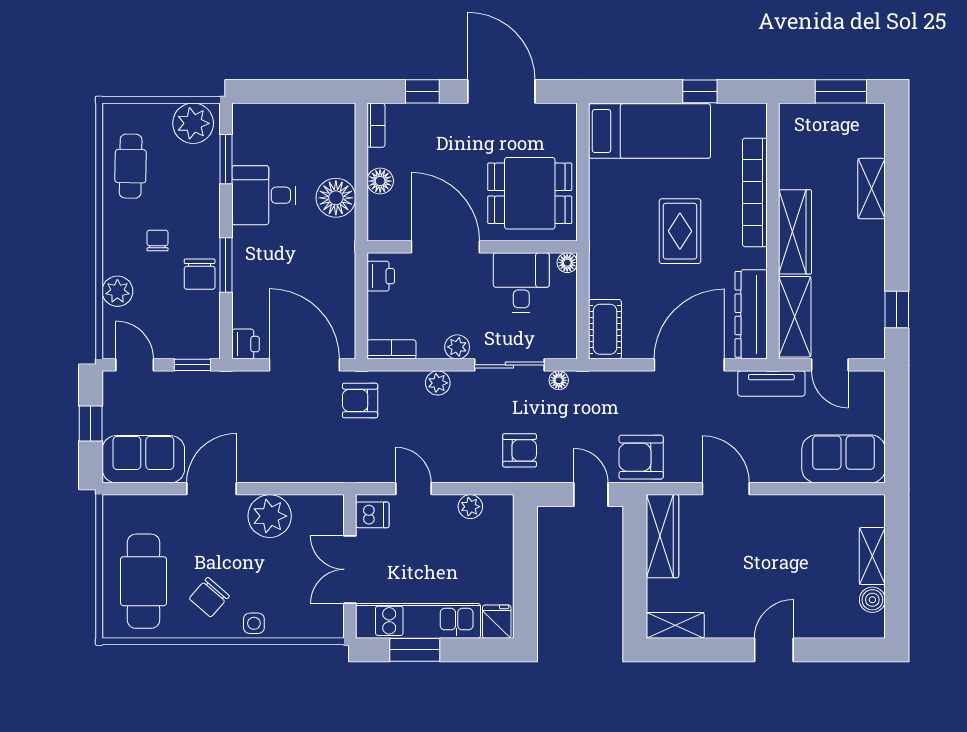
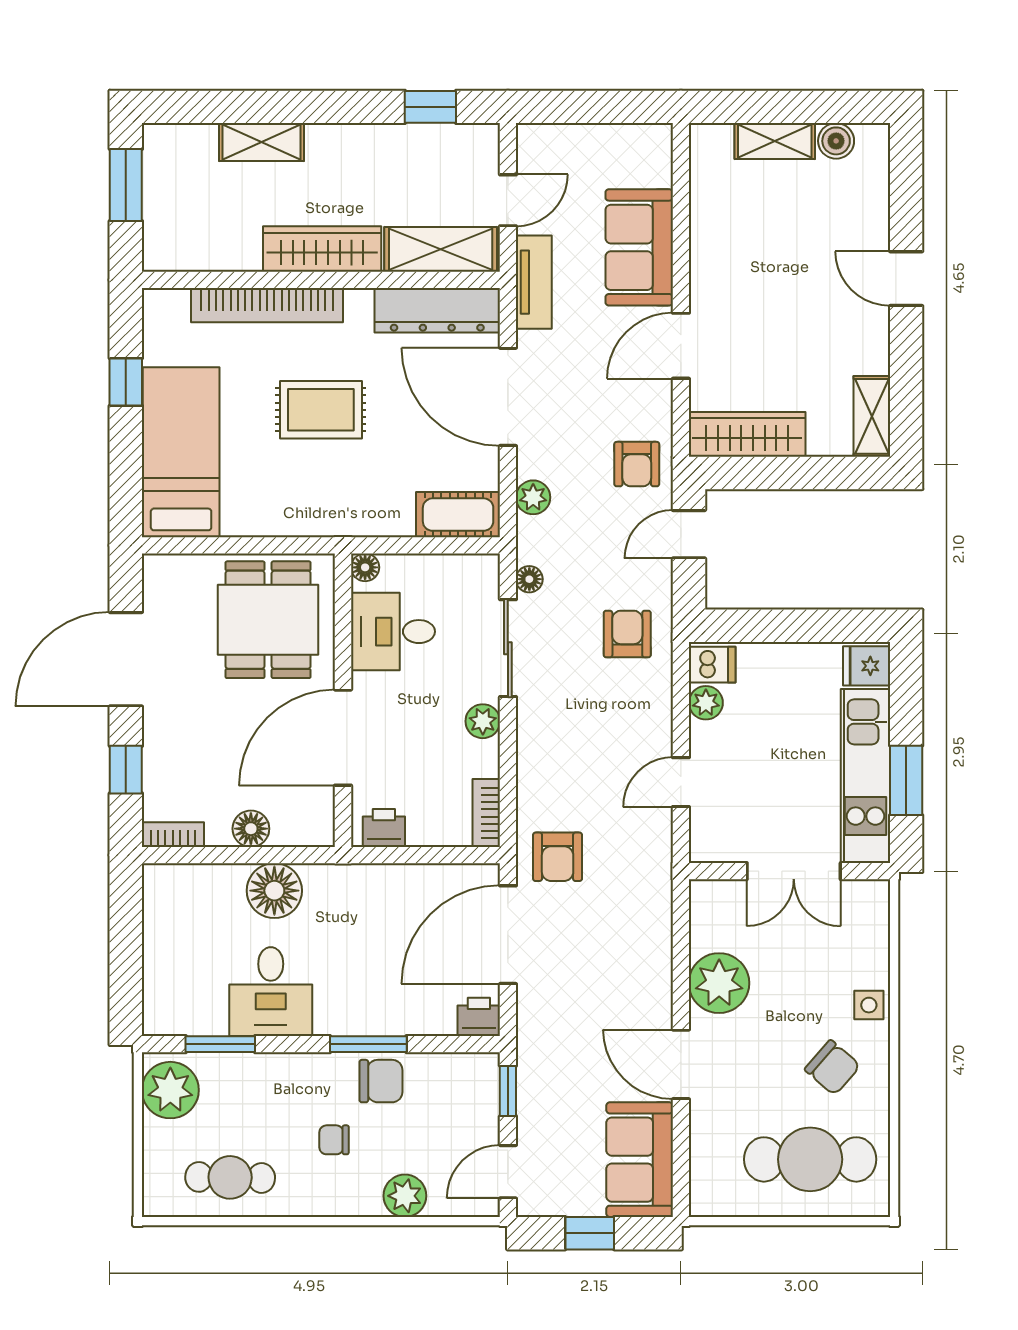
plant: (438, 383) -> (533, 497), moved
armchair: (641, 457) -> (637, 464), width x0.72, depth x0.72
sofa: (844, 459) -> (639, 247), moved
dishwasher: (372, 515) -> (712, 665), moved, turned 90

